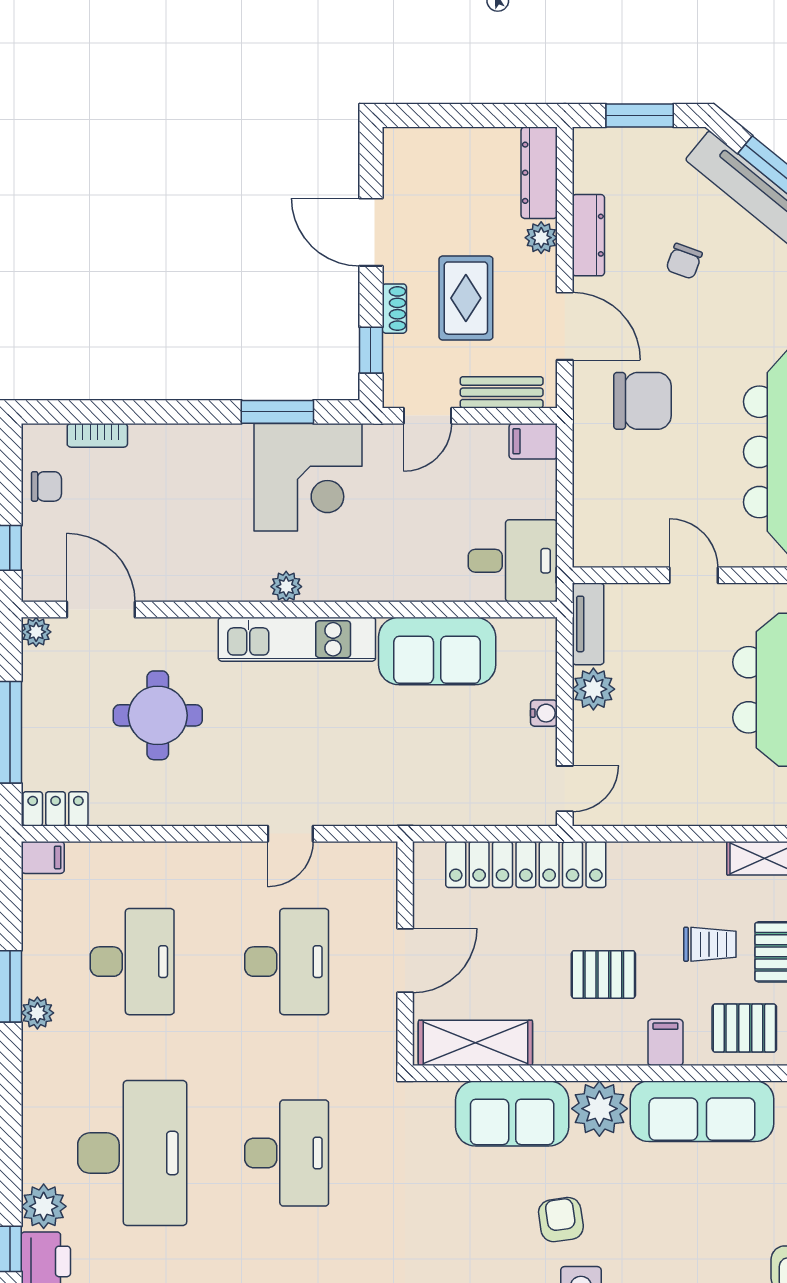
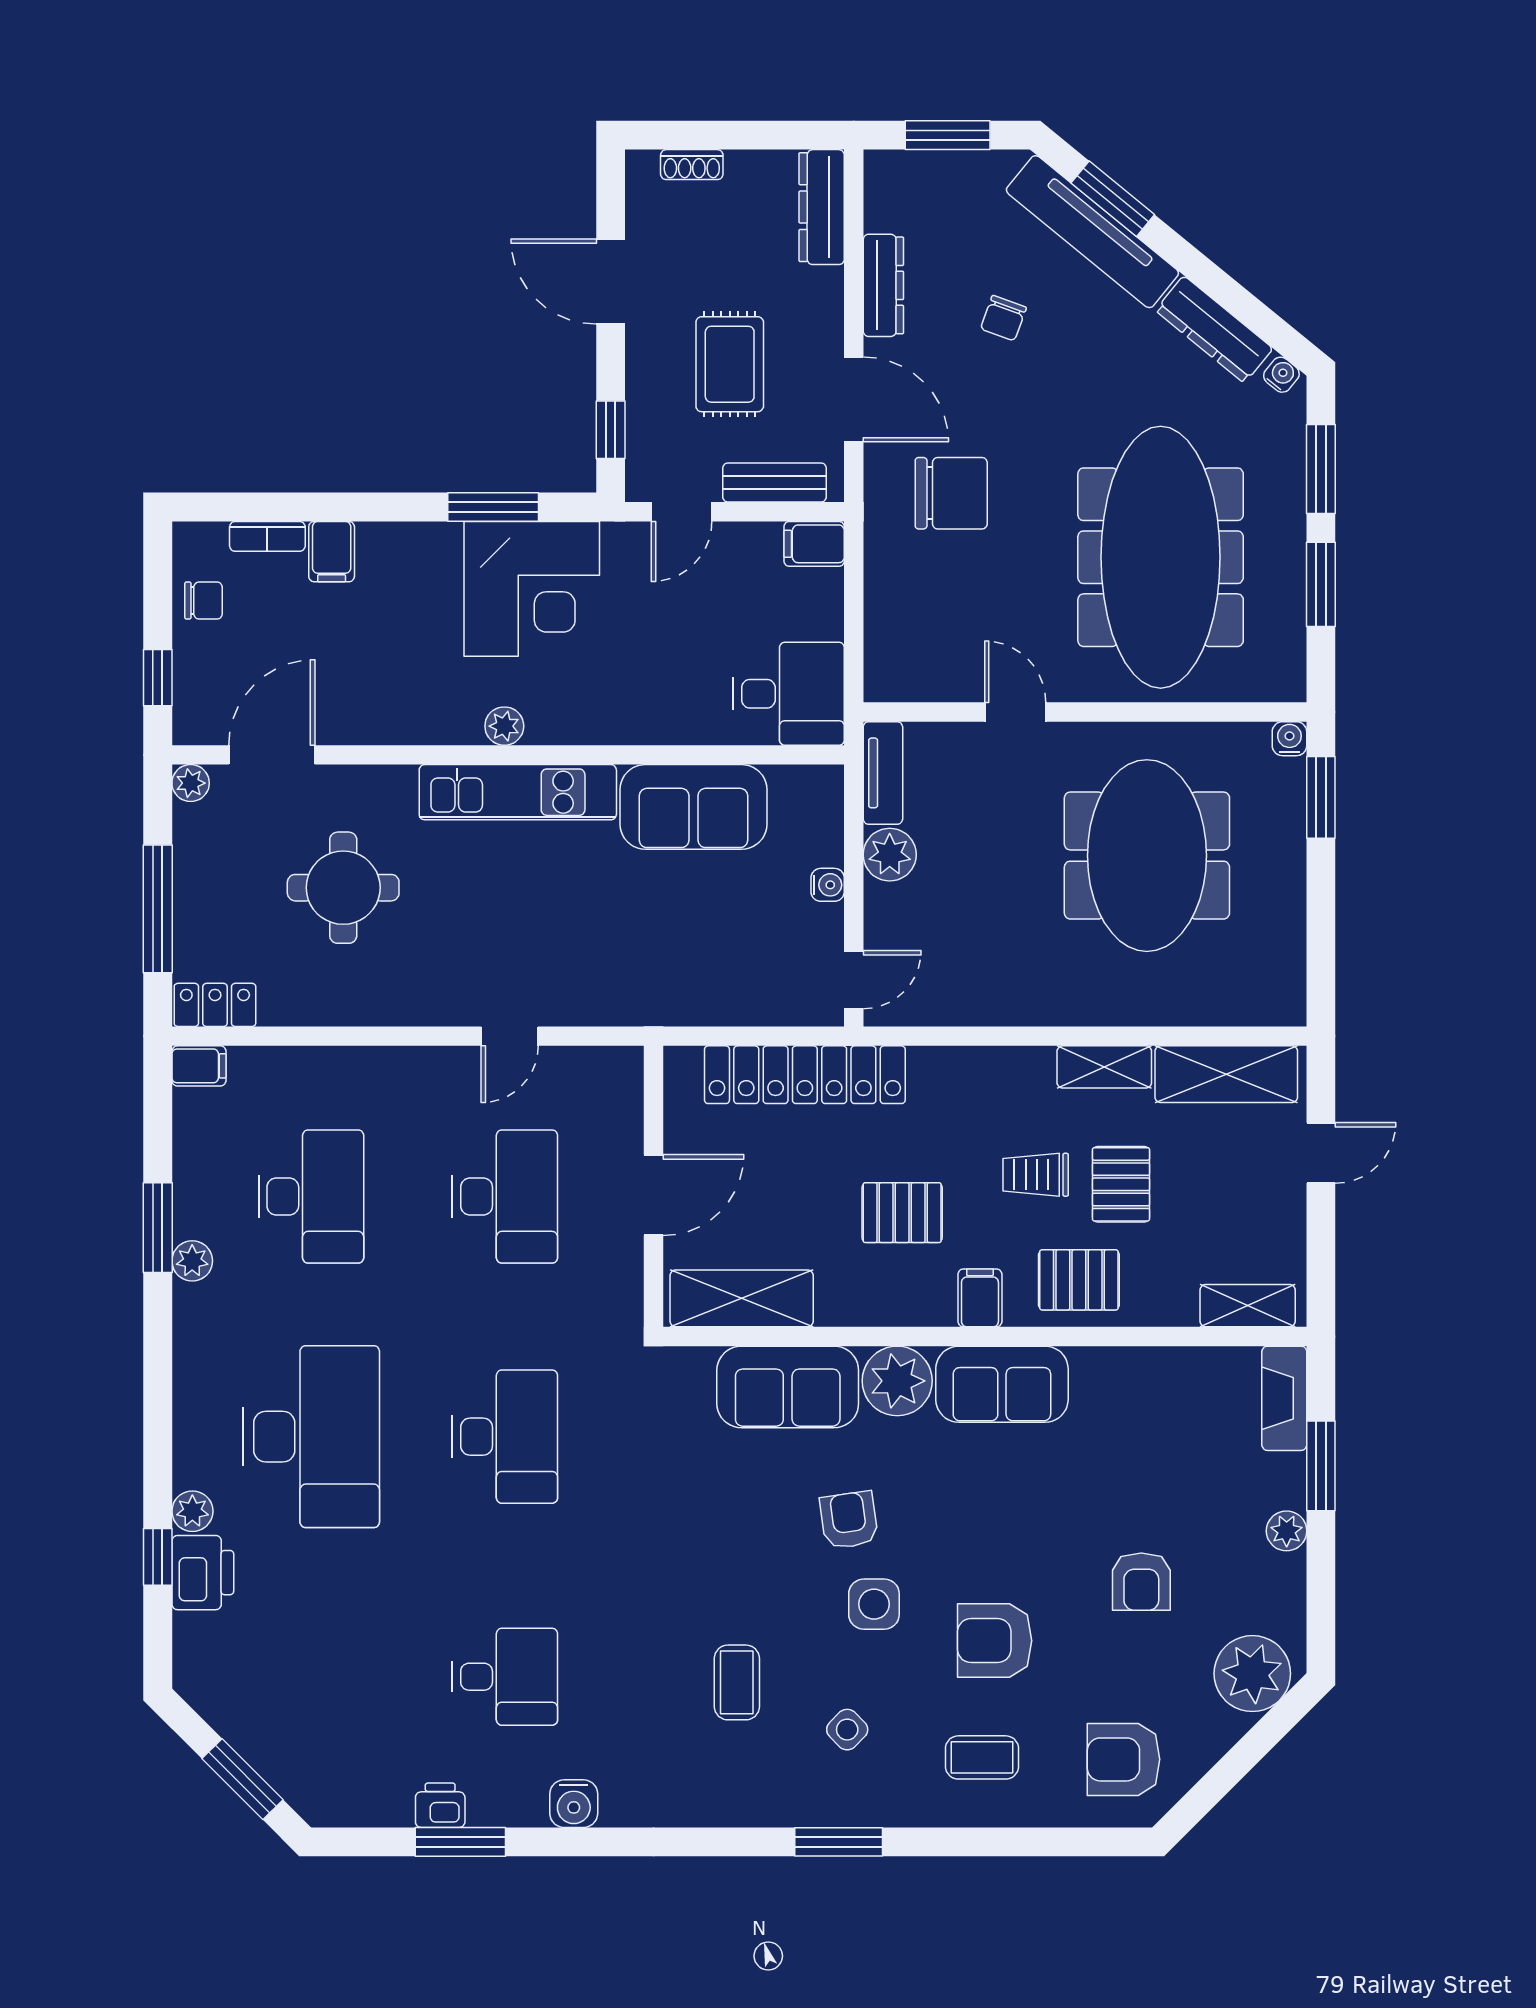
plant: (541, 238) -> (824, 289), removed
shoe rack: (394, 309) -> (692, 165), moved, turned 90
filing cabinet: (149, 447) -> (332, 552), added
door: (101, 610) -> (272, 755), hinge flipped
trolley: (710, 944) -> (1036, 1175), turned 180
sofa: (702, 1111) -> (1002, 1384), width x0.73
plant: (44, 1206) -> (192, 1511), width x0.73, depth x0.73

